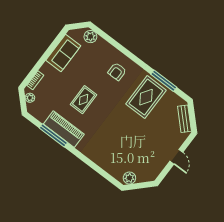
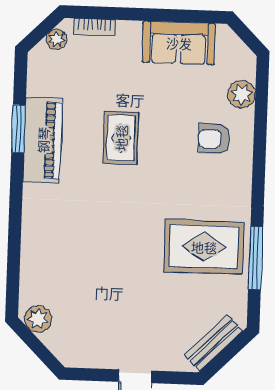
plant: (90, 37) -> (242, 94), moved
armchair: (117, 72) -> (214, 139), moved
rug: (84, 100) -> (121, 138), turned 90
window: (53, 135) -> (18, 129), width x0.69

